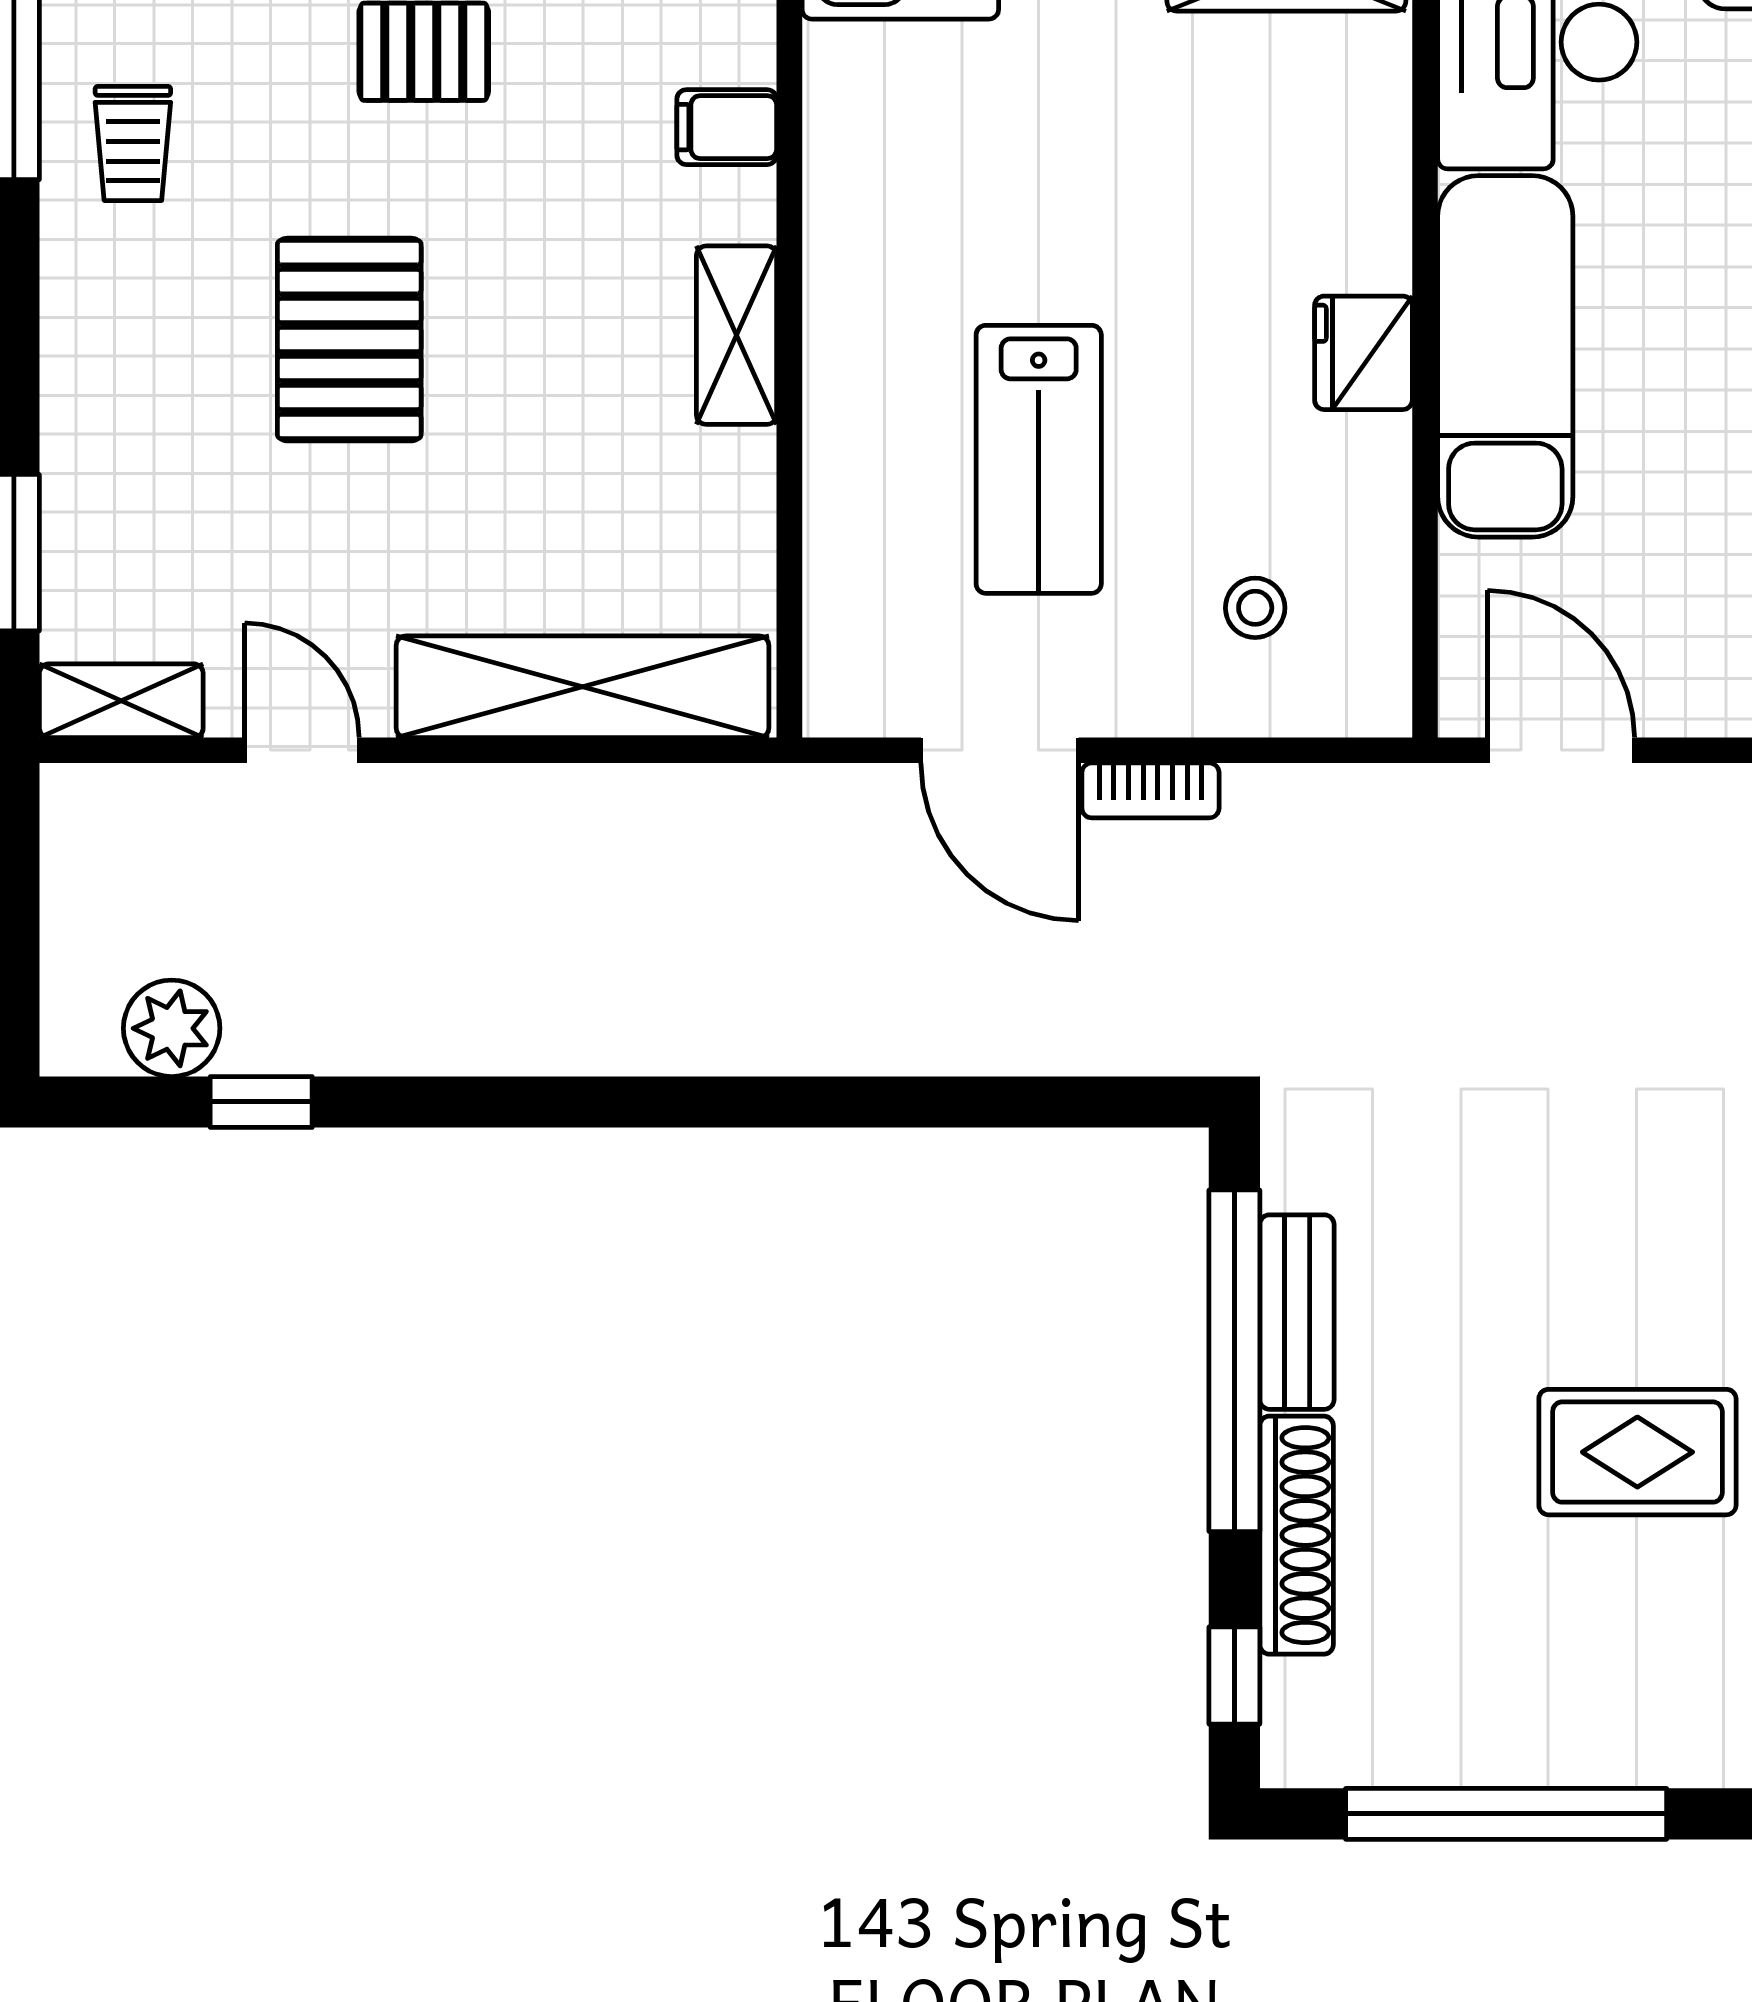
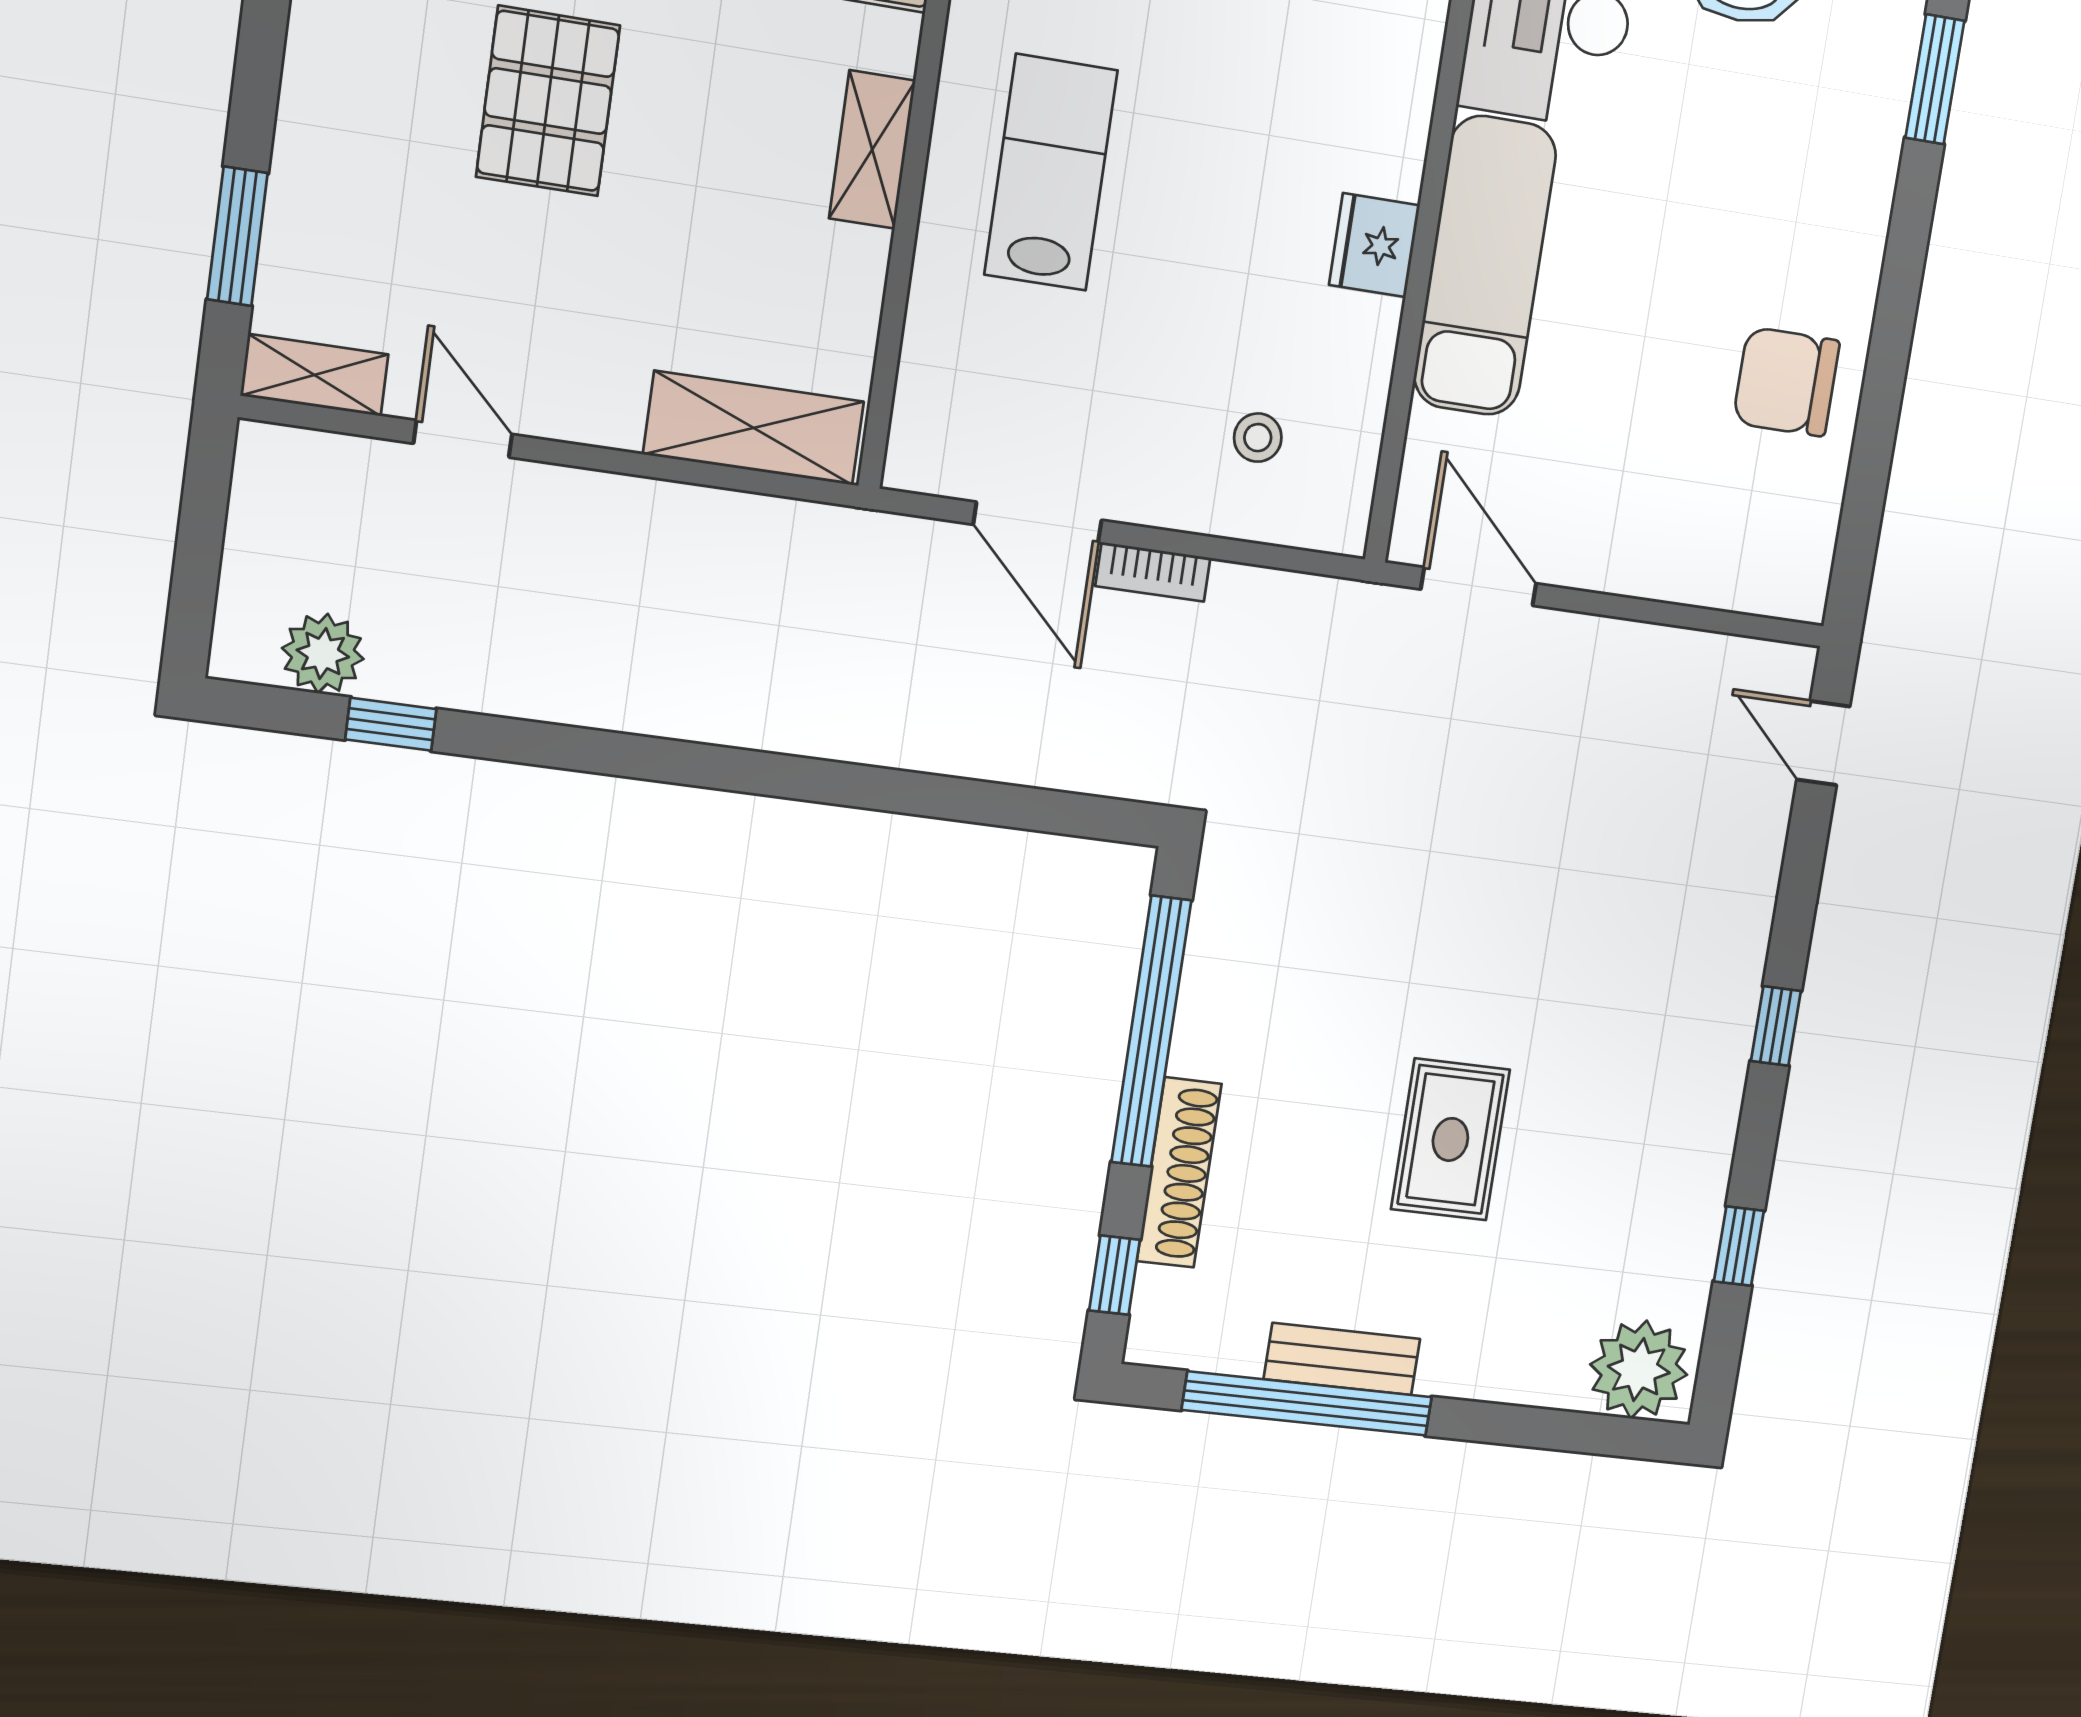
lab bench: (1039, 459) -> (1051, 173), moved, turned 180
shelving: (582, 687) -> (754, 428), width x0.68
bench: (1297, 1312) -> (1342, 1359), moved, turned 90
rug: (1637, 1452) -> (1450, 1139), turned 90

